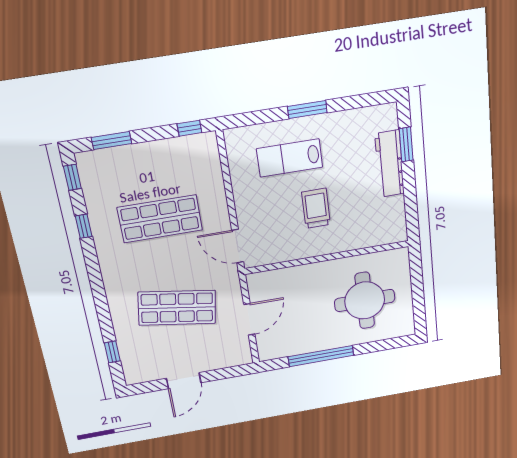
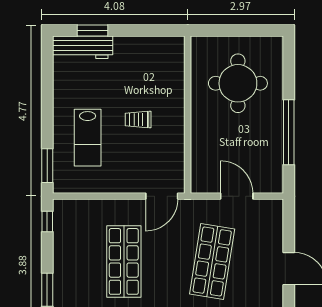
window: (307, 110) -> (47, 166), moved
workbench: (390, 164) -> (83, 47), moved
trolley: (316, 208) -> (138, 119), width x0.73, depth x0.72

